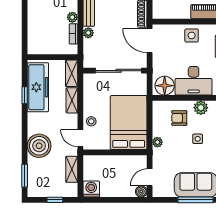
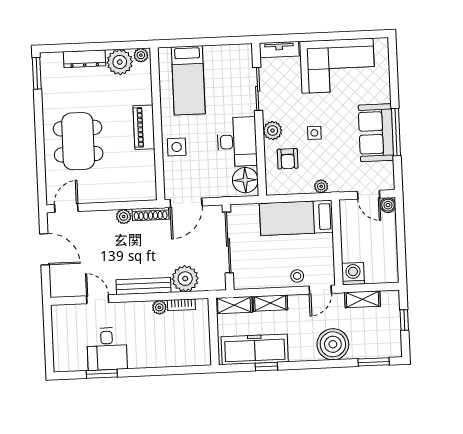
plant: (88, 33) -> (185, 279), width x1.88, depth x1.88
bed: (129, 123) -> (296, 218), width x0.67
washing machine: (91, 189) -> (353, 274), moved, turned 90

